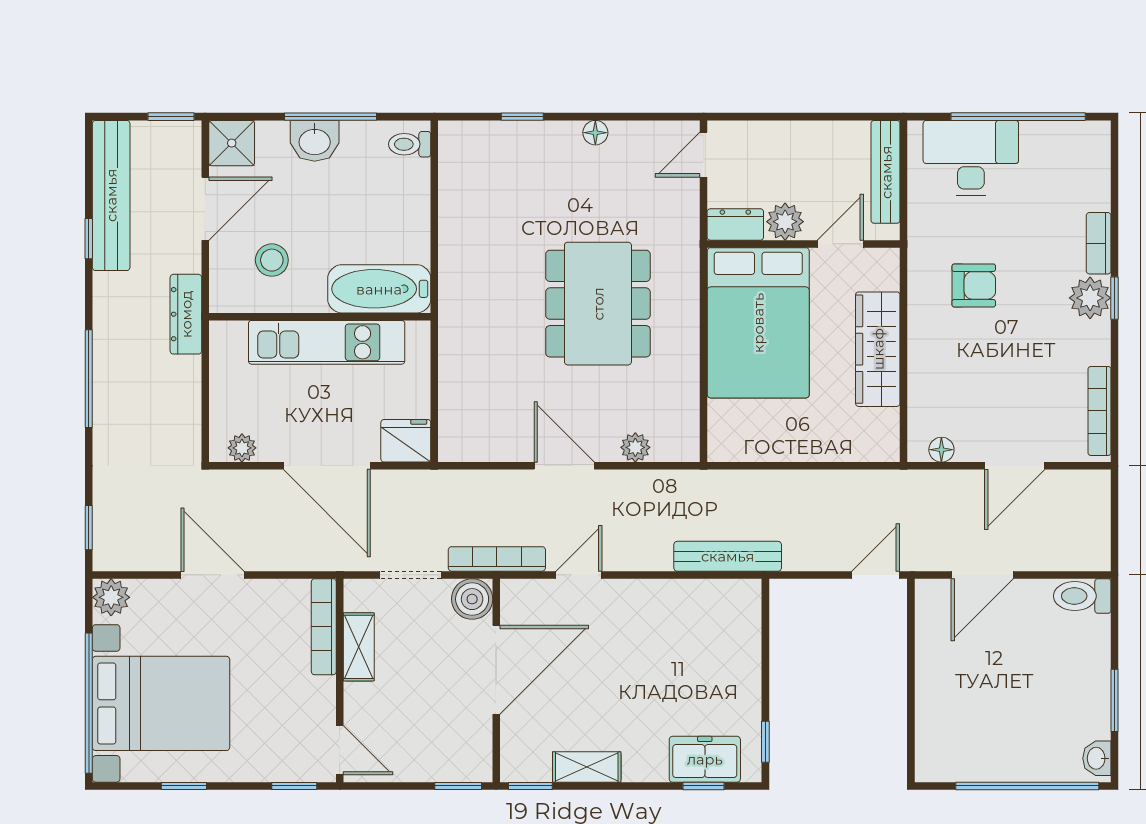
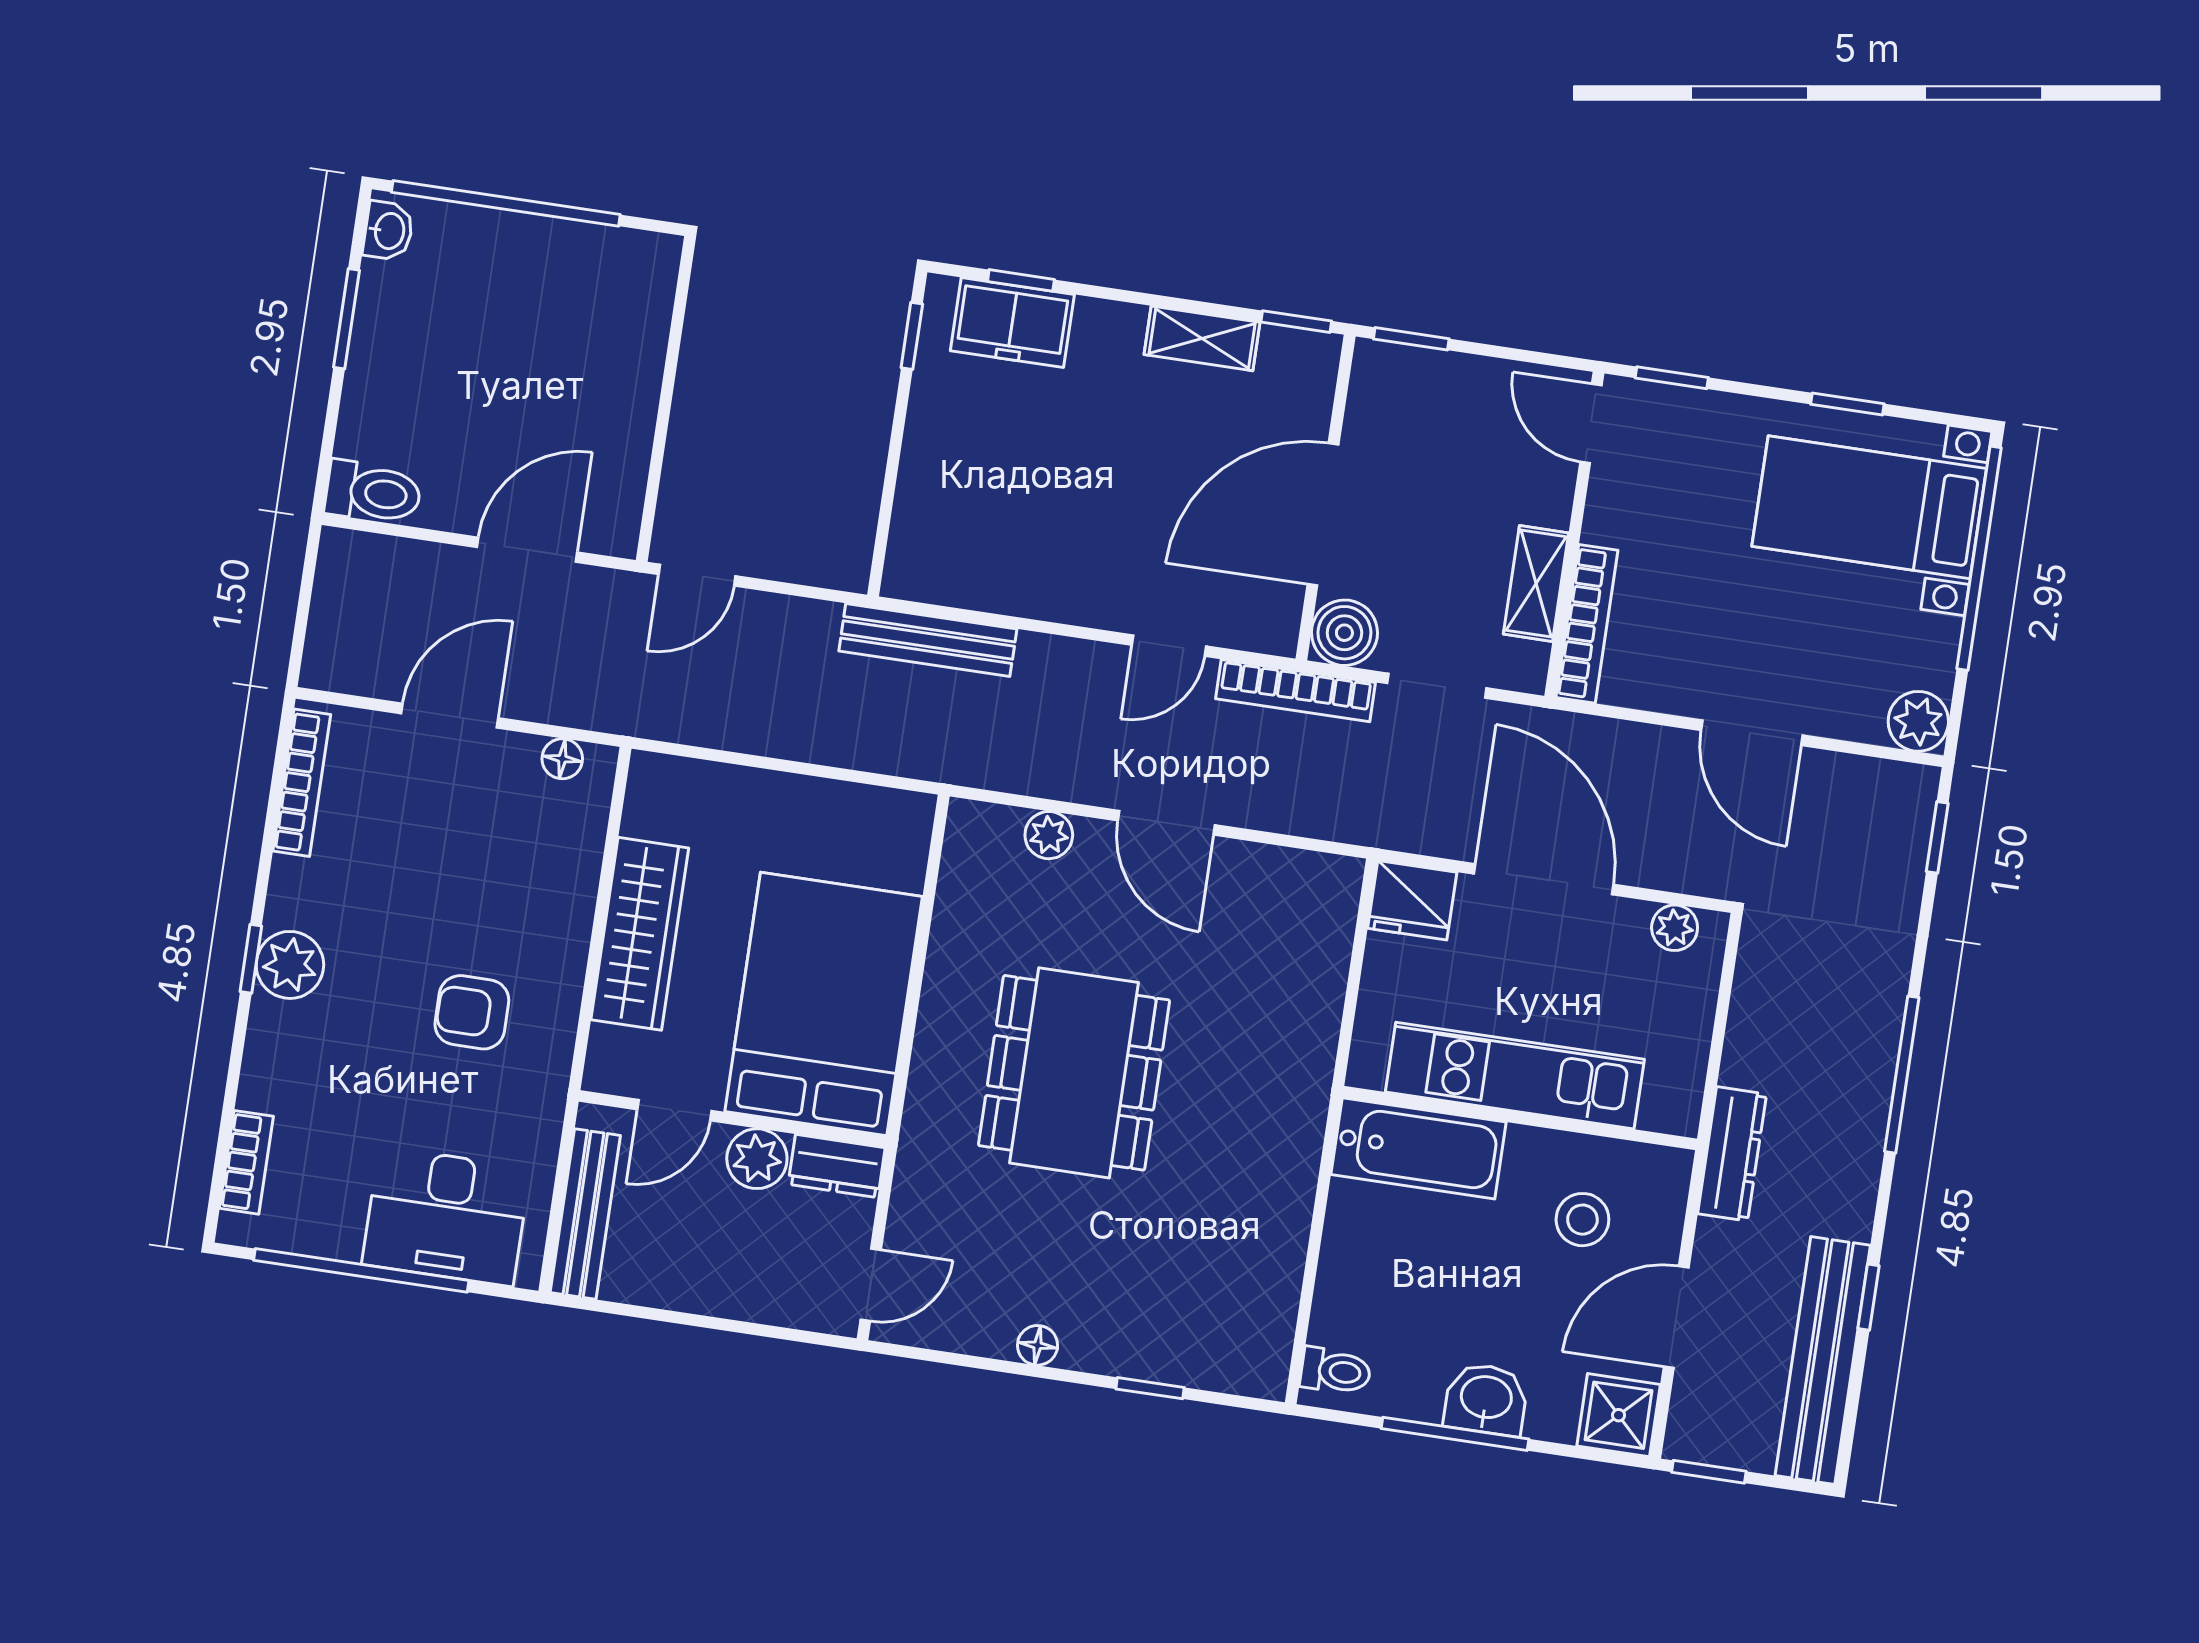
bookcase: (1099, 243) -> (246, 1162), moved
bed with nightstands: (161, 703) -> (1869, 507), width x0.73

